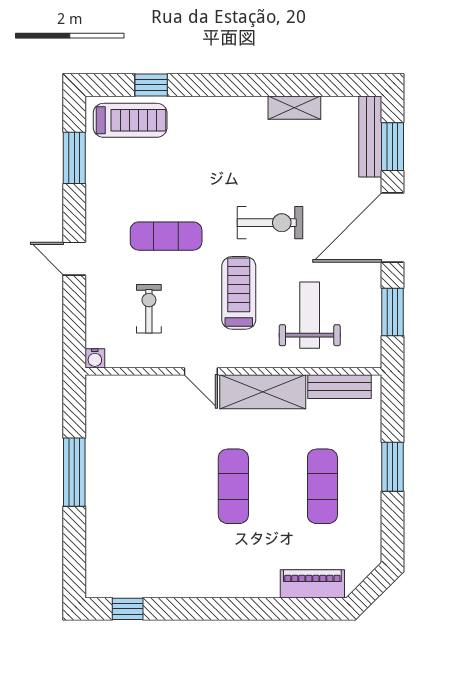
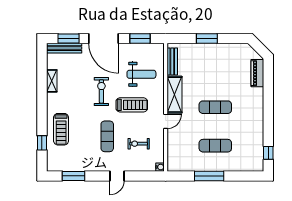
treadmill: (130, 120) -> (61, 129), moved, turned 180
treadmill: (239, 293) -> (132, 105), turned 180
weight bench: (310, 315) -> (141, 74), turned 180
exercise mat: (322, 486) -> (215, 146), moved

